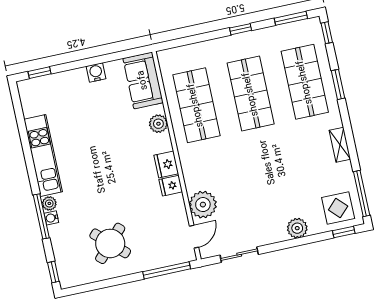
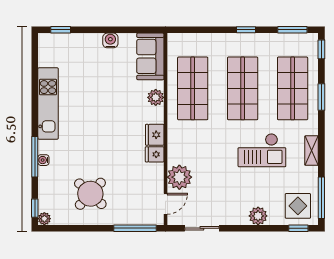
checkout: (286, 156) -> (262, 150), added
plant: (49, 203) -> (44, 219), moved

